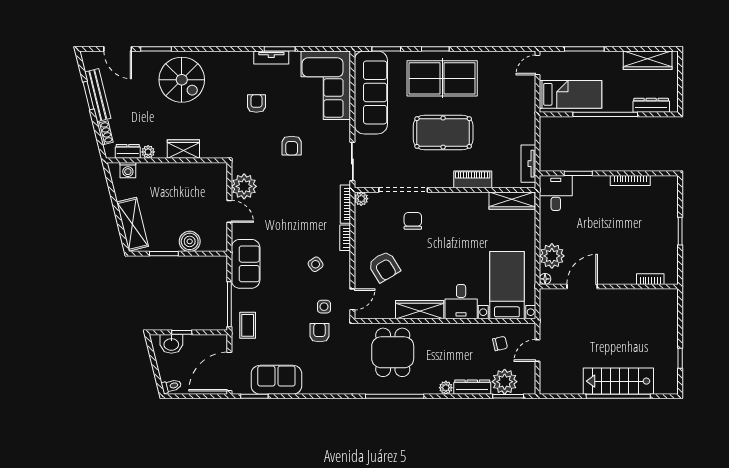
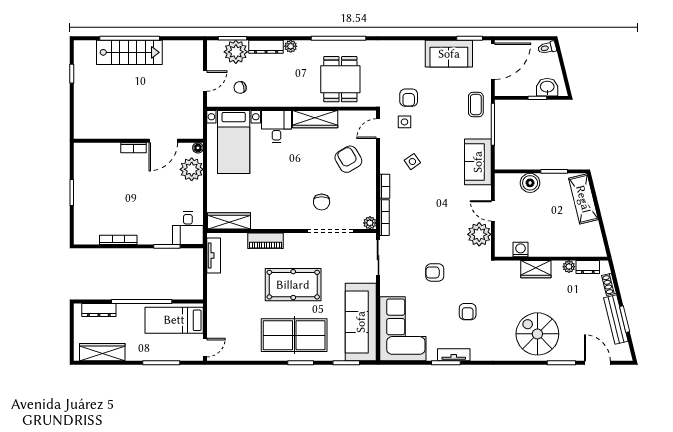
armchair: (292, 146) -> (435, 272), turned -90
washing machine: (128, 170) -> (521, 250), moved
bookcase: (650, 279) -> (133, 148), moved

